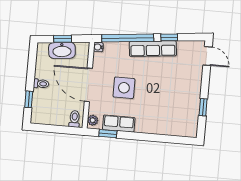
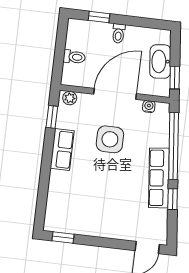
window: (63, 39) -> (175, 78), moved
water cooler: (98, 47) -> (149, 106), moved
window: (203, 107) -> (63, 237), moved
toilet: (74, 119) -> (74, 57), moved
row of seats: (119, 124) -> (62, 149), moved

